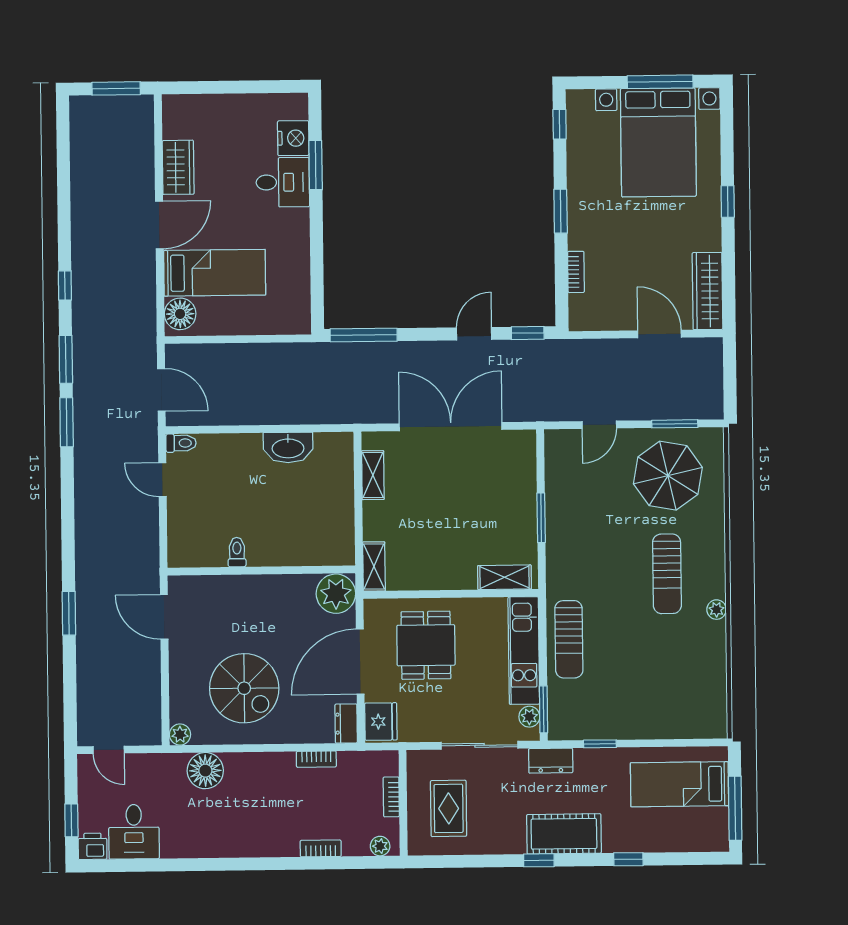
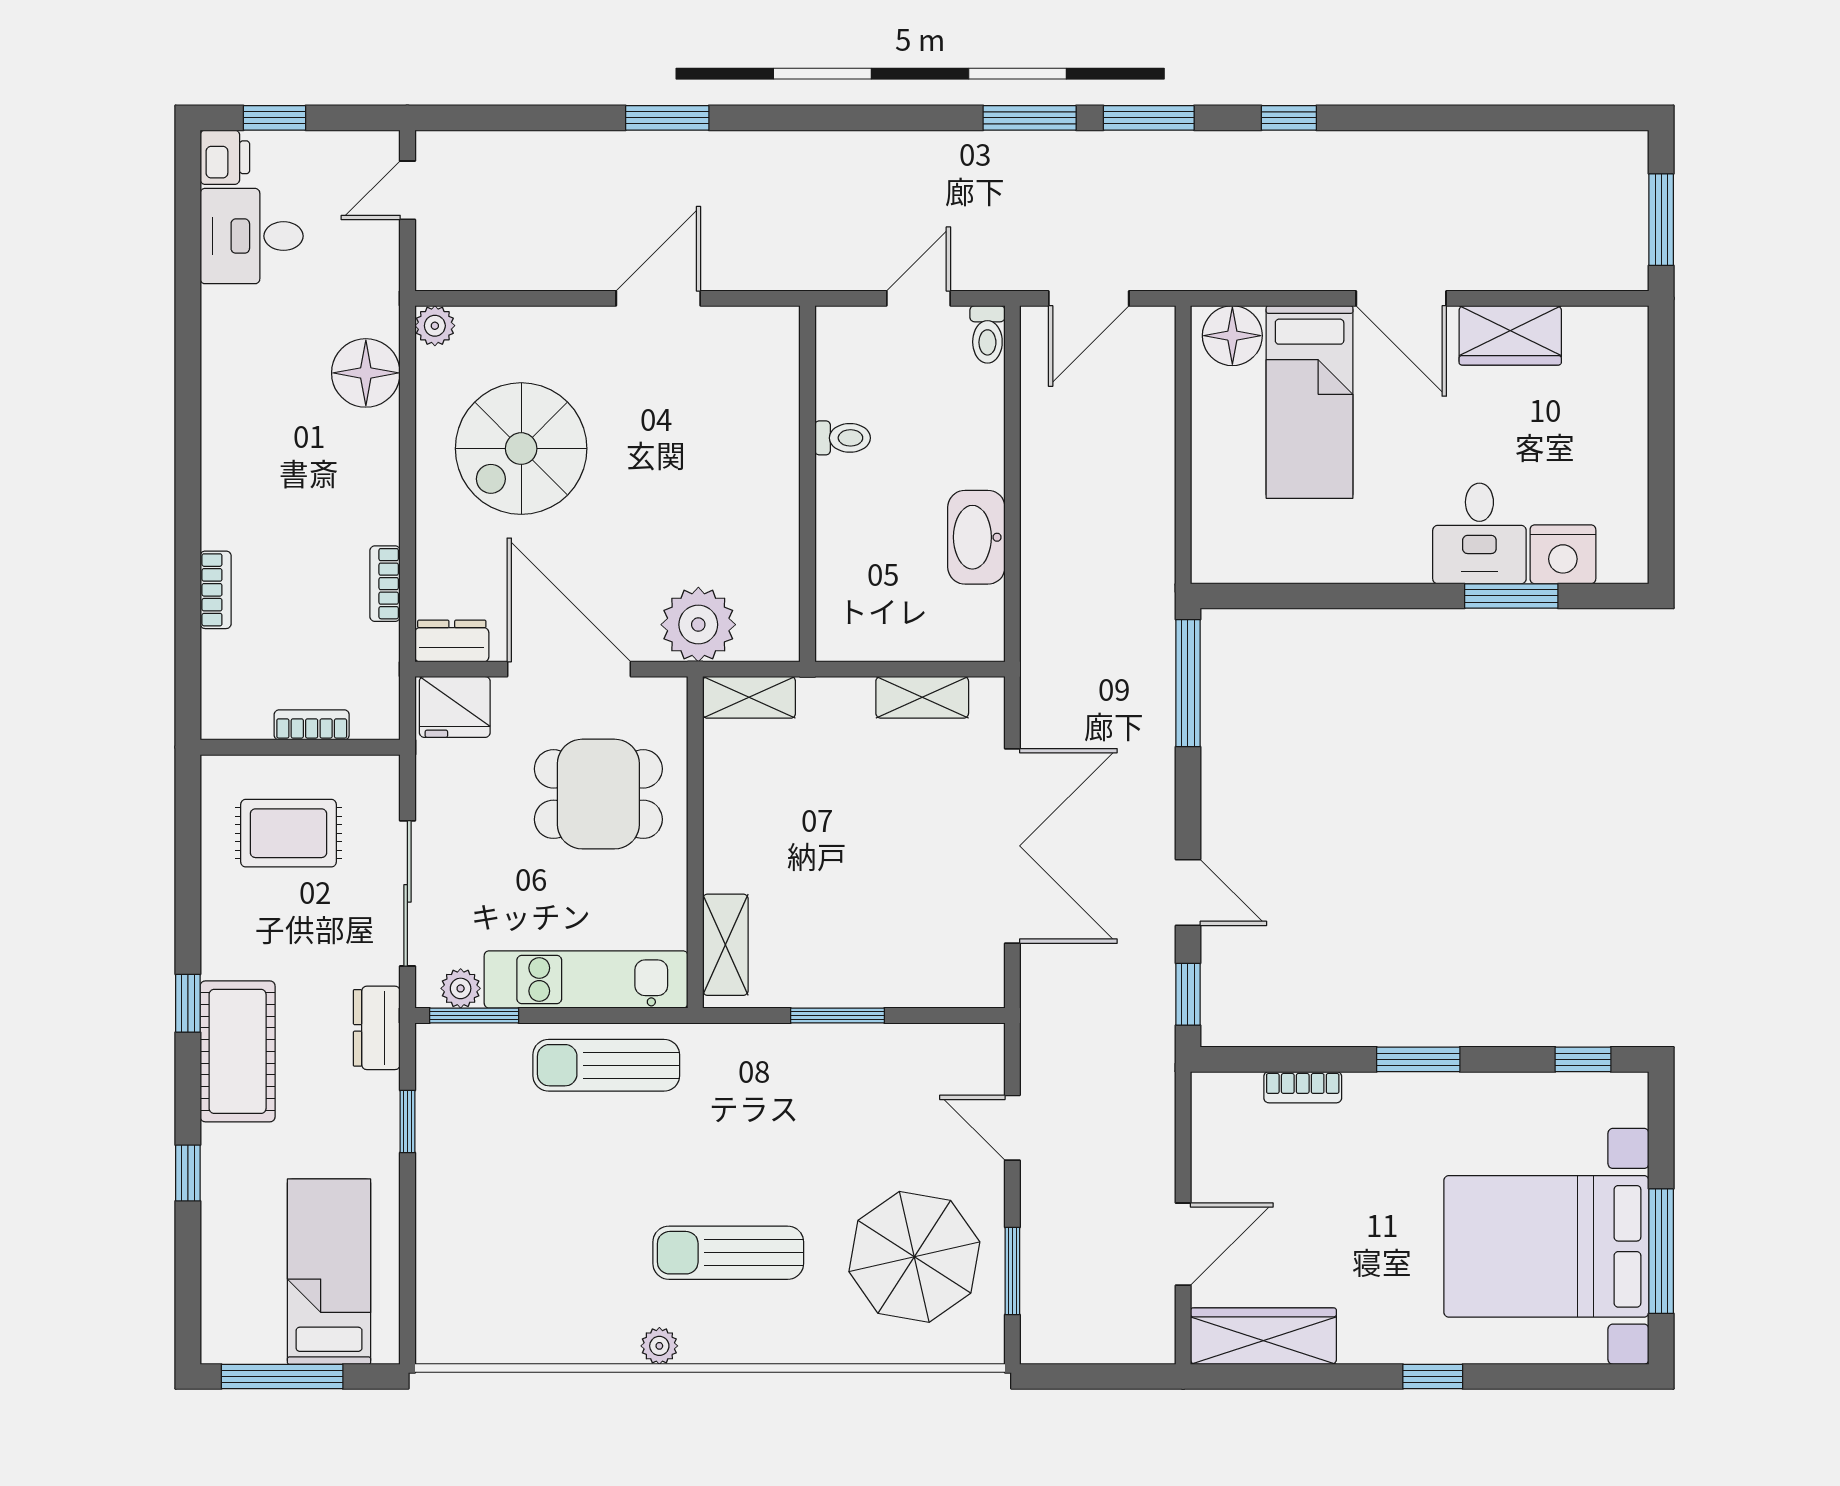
toilet: (237, 552) -> (843, 438), moved
wall: (261, 570) -> (807, 484), moved
plant: (380, 846) -> (219, 703), removed

